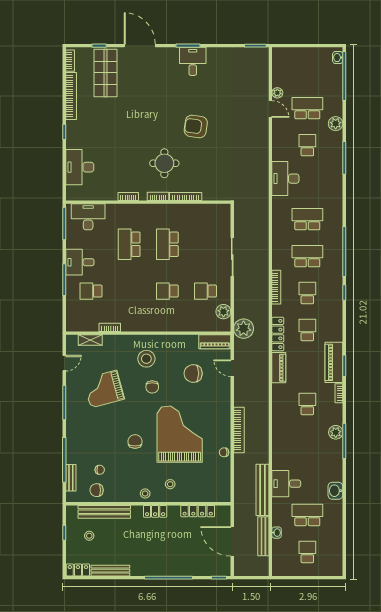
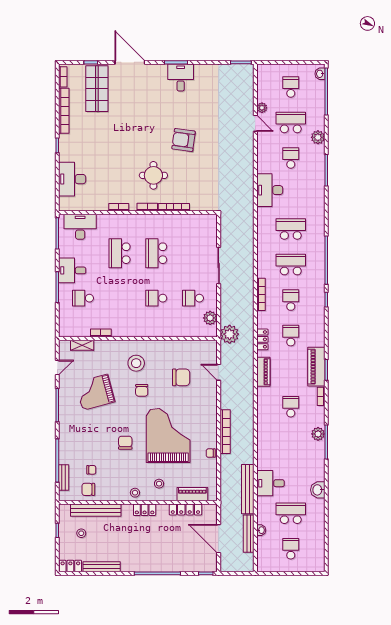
school desk: (307, 71) -> (291, 87), added
locker: (278, 334) -> (262, 339), width x0.66
piano: (215, 342) -> (192, 494), moved, turned 180
chair: (193, 373) -> (181, 377), turned 180

